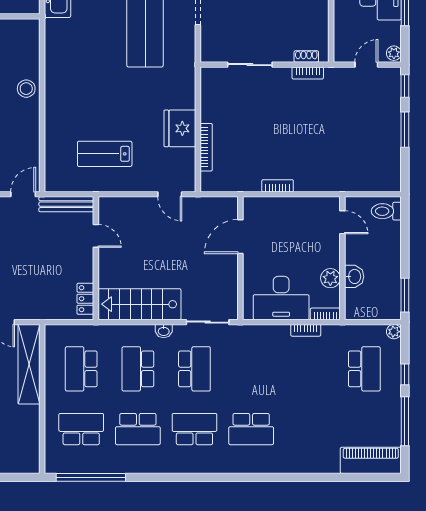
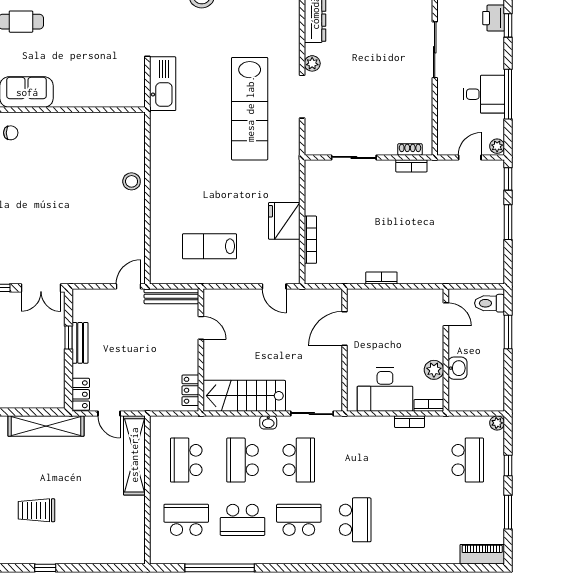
window: (405, 295) -> (508, 332), moved
window: (405, 421) -> (508, 512), width x0.69
school desk: (251, 429) -> (355, 520), turned -90
piano: (371, 460) -> (482, 554), width x0.73, depth x0.75
window: (91, 477) -> (220, 568), moved

